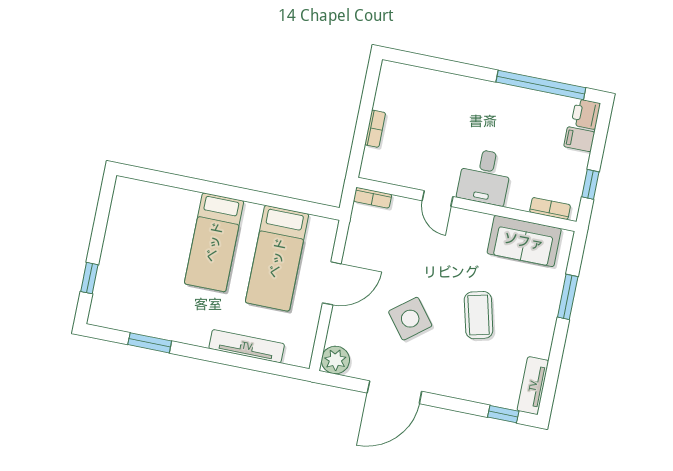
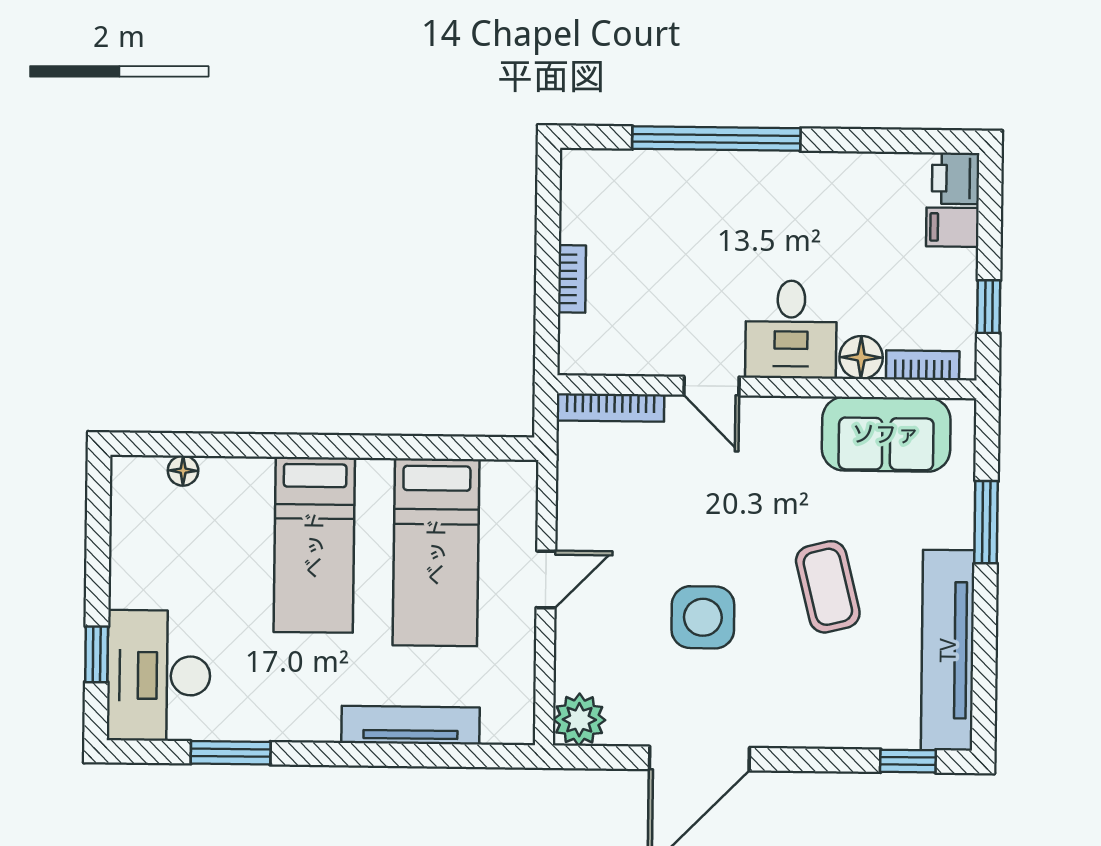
window: (541, 85) -> (716, 139), moved
floor lamp: (153, 191) -> (183, 471), added
bookcase: (372, 198) -> (610, 408), width x1.56
floor lamp: (519, 198) -> (861, 357), added
door: (332, 283) -> (546, 579), width x0.73
desk: (120, 295) -> (159, 676), added
side table: (410, 319) -> (703, 617), turned 38
tv unit: (533, 386) -> (948, 650), width x1.92, depth x1.29

